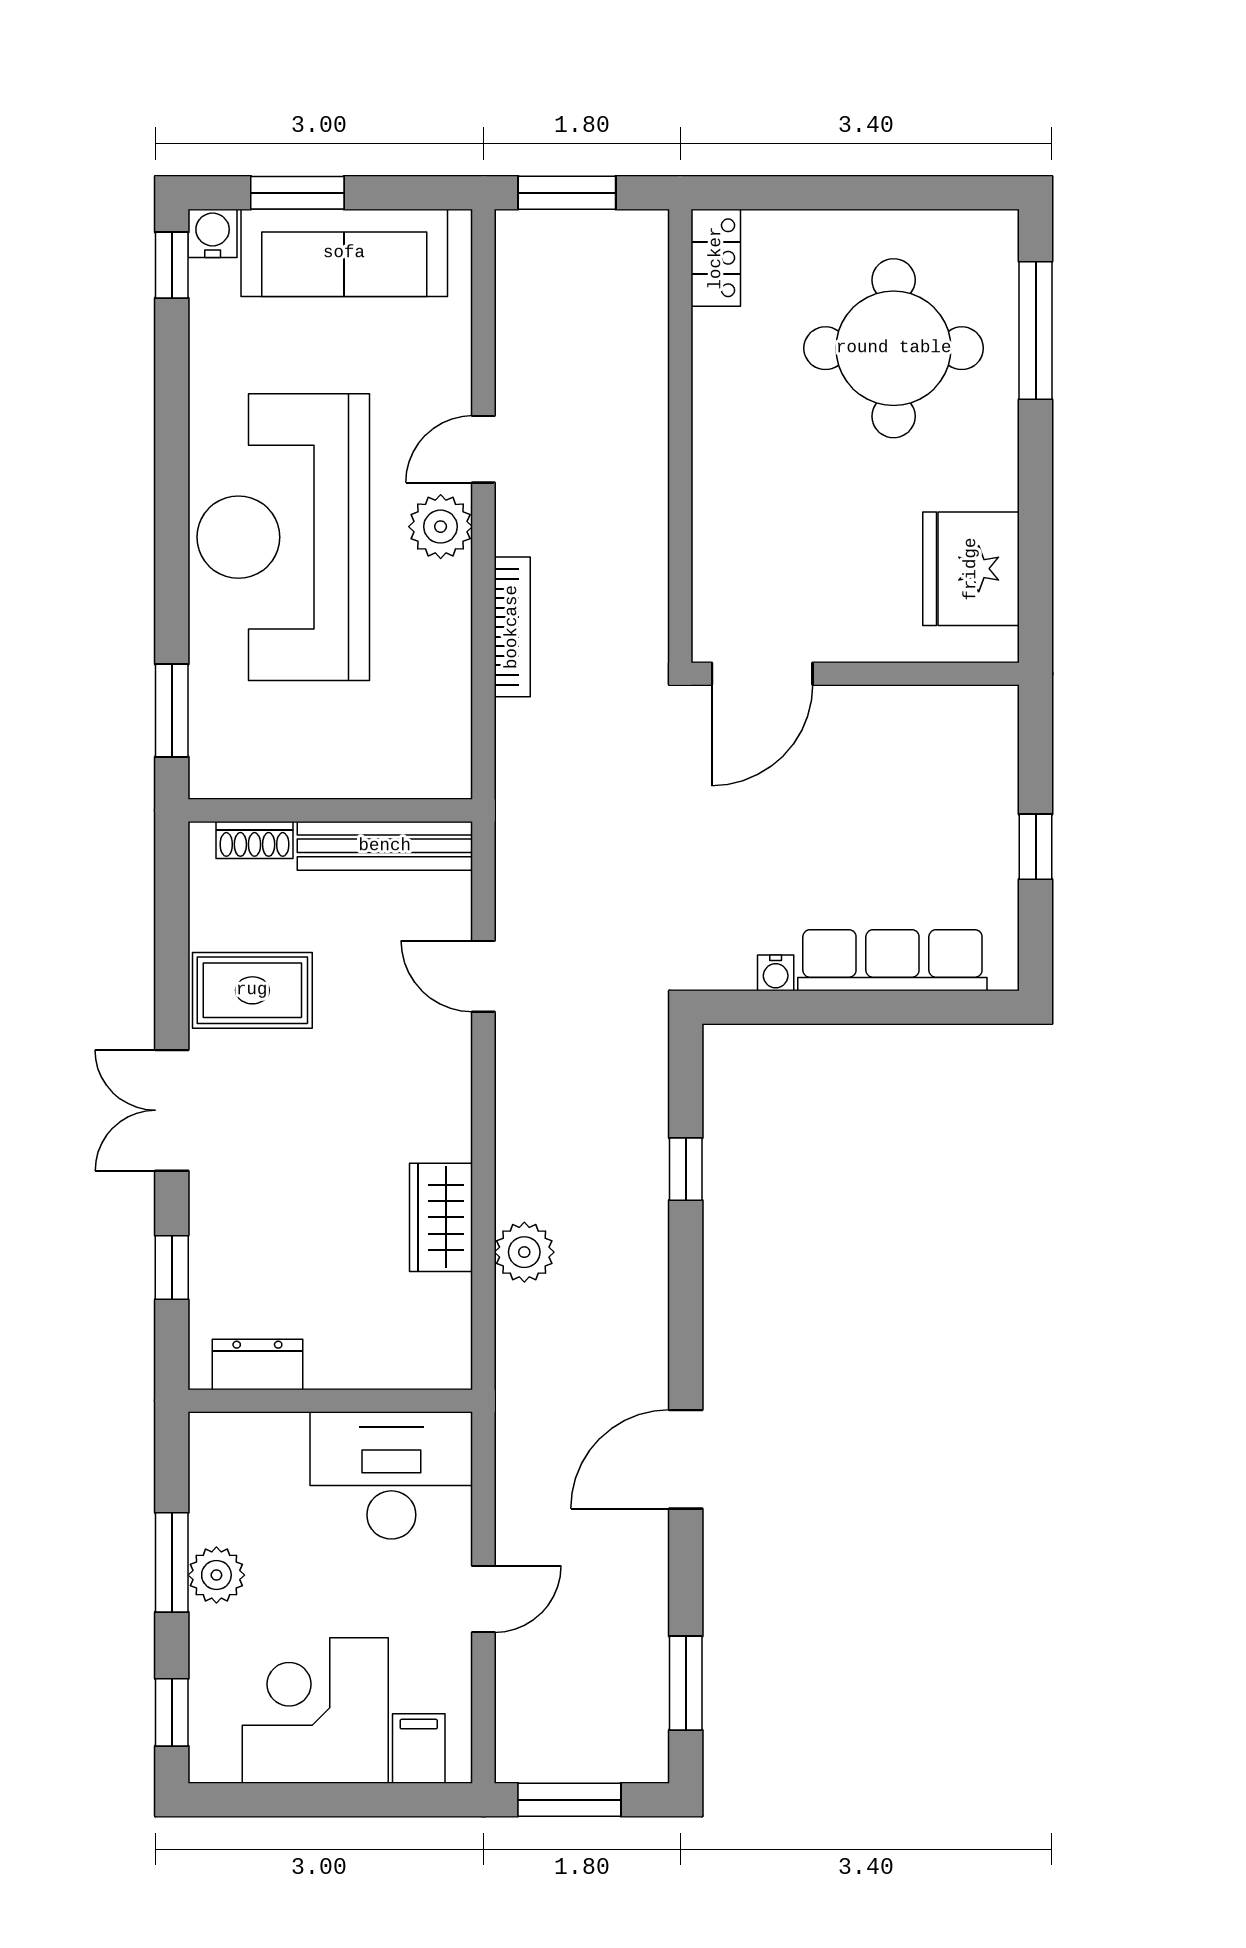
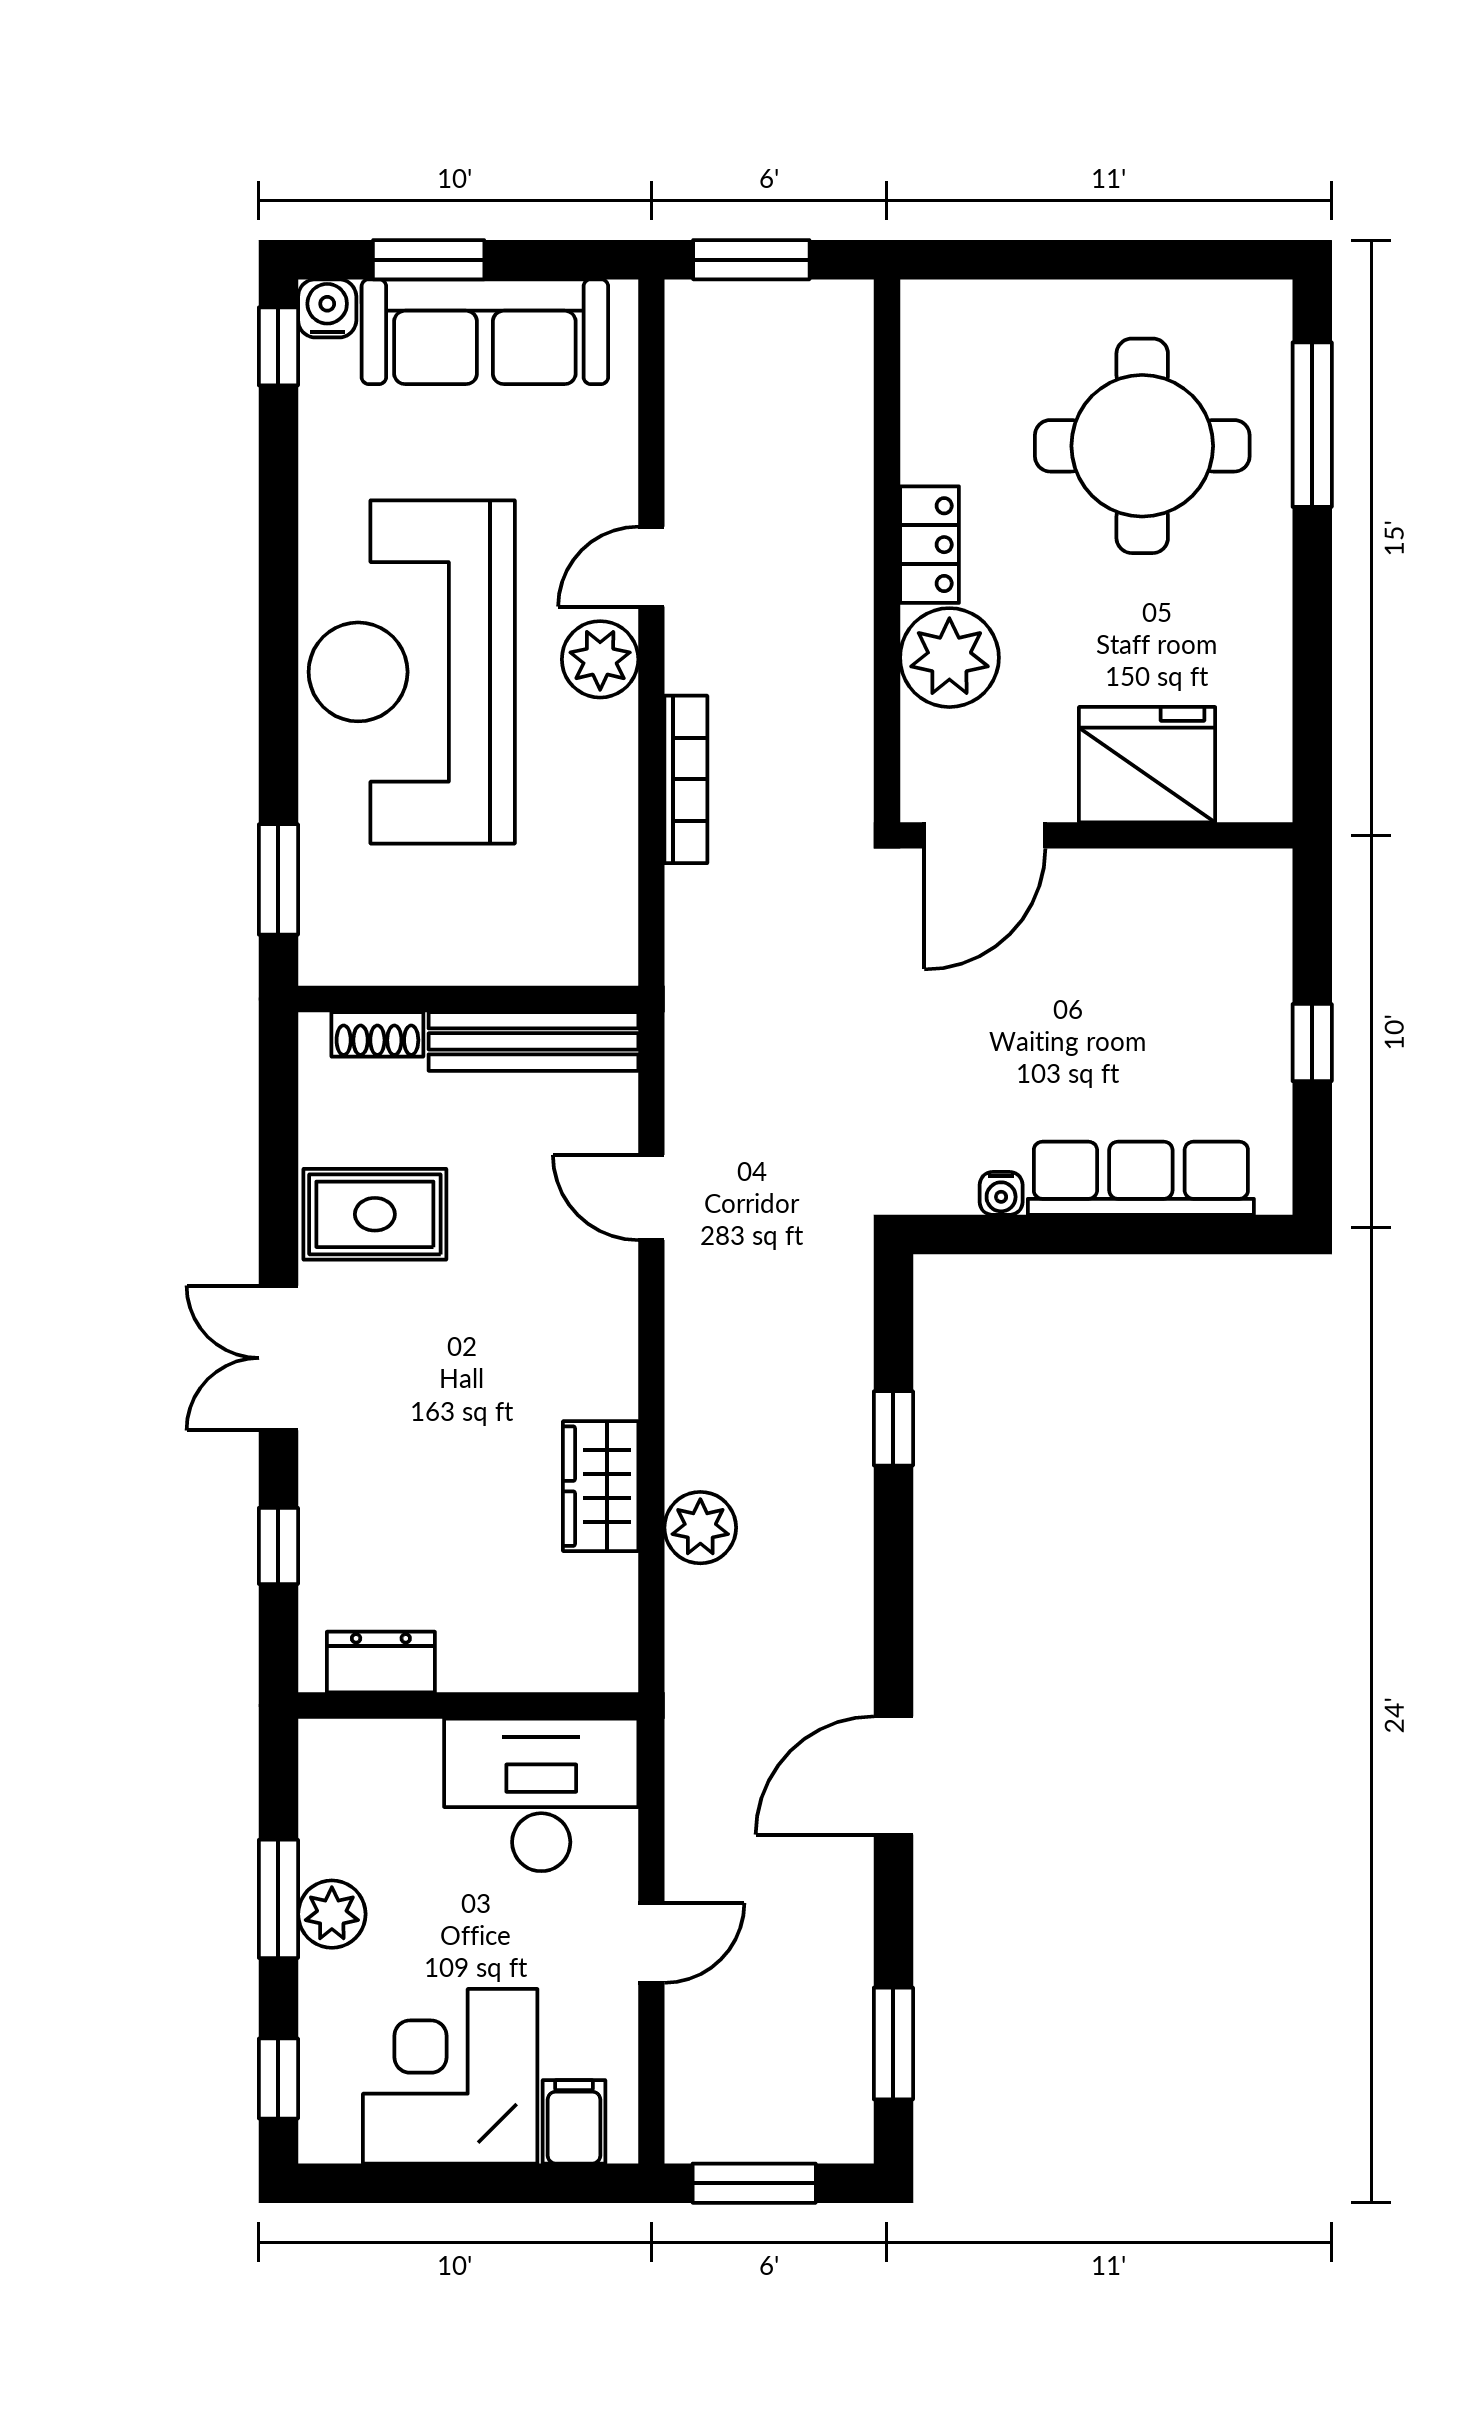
locker: (716, 258) -> (929, 545), moved
plant: (732, 525) -> (949, 658), added
fridge: (971, 569) -> (1147, 765), moved, turned 90

